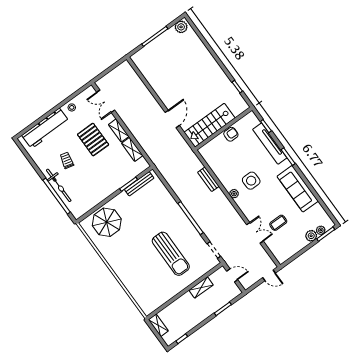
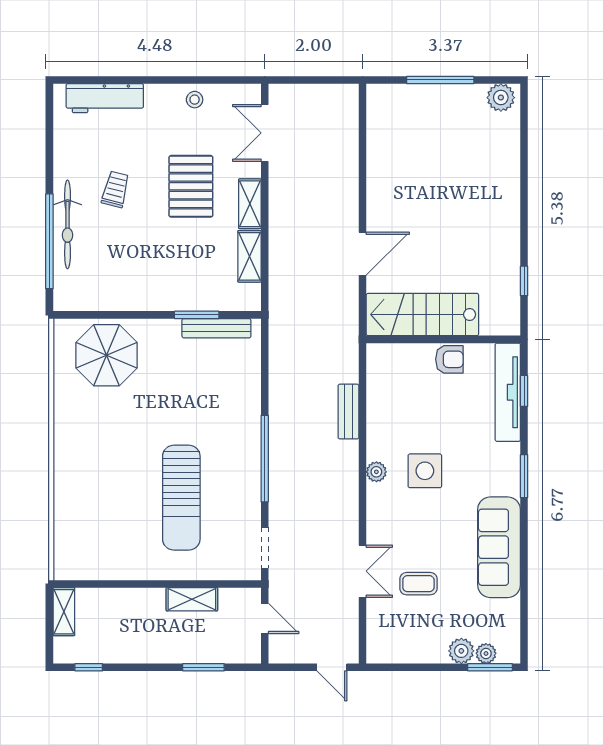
workbench: (45, 128) -> (105, 98), width x0.73, depth x0.76
tv unit: (270, 144) -> (508, 392), moved

